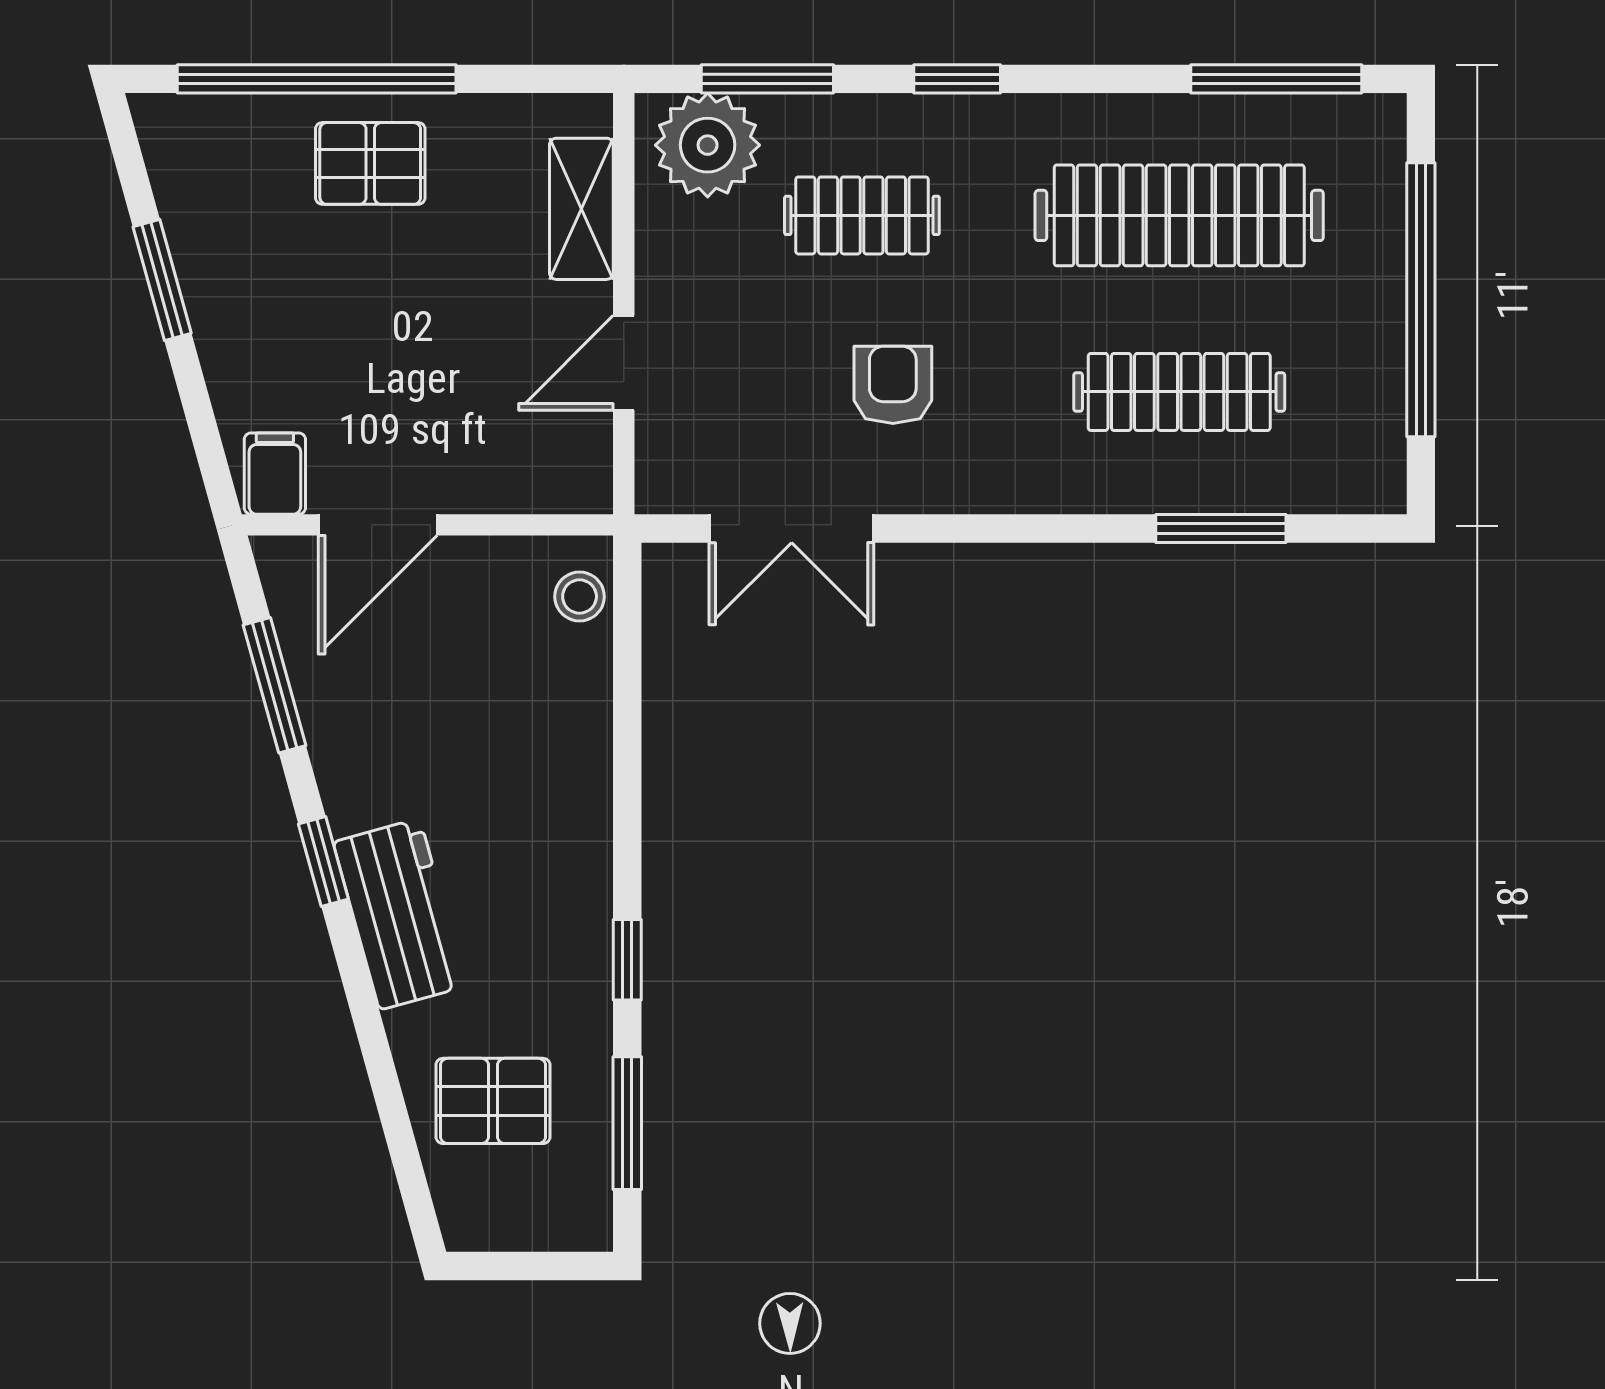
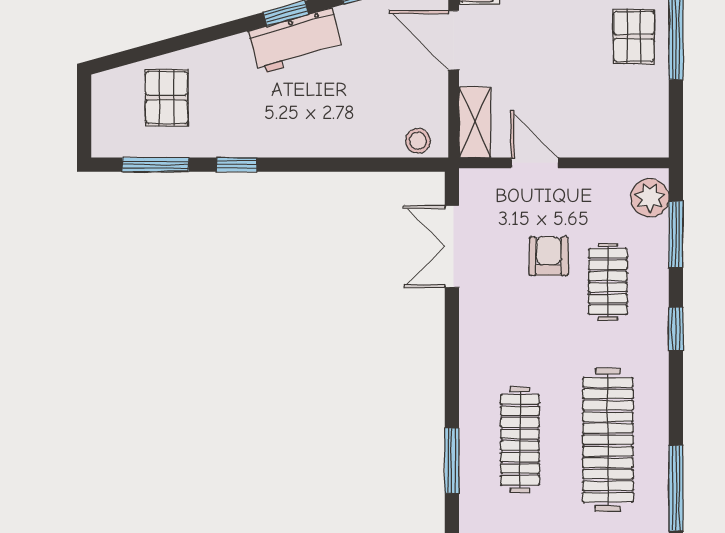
plant: (708, 145) -> (650, 198), width x0.73, depth x0.73
shelving: (581, 209) -> (475, 122), moved, turned 90
armchair: (893, 385) -> (549, 256), moved, turned -90
workbench: (400, 914) -> (296, 41), moved

